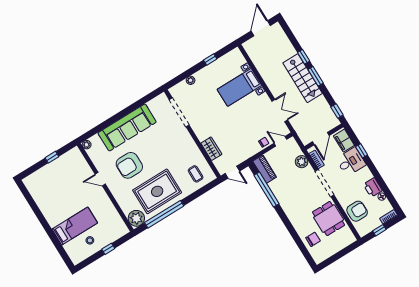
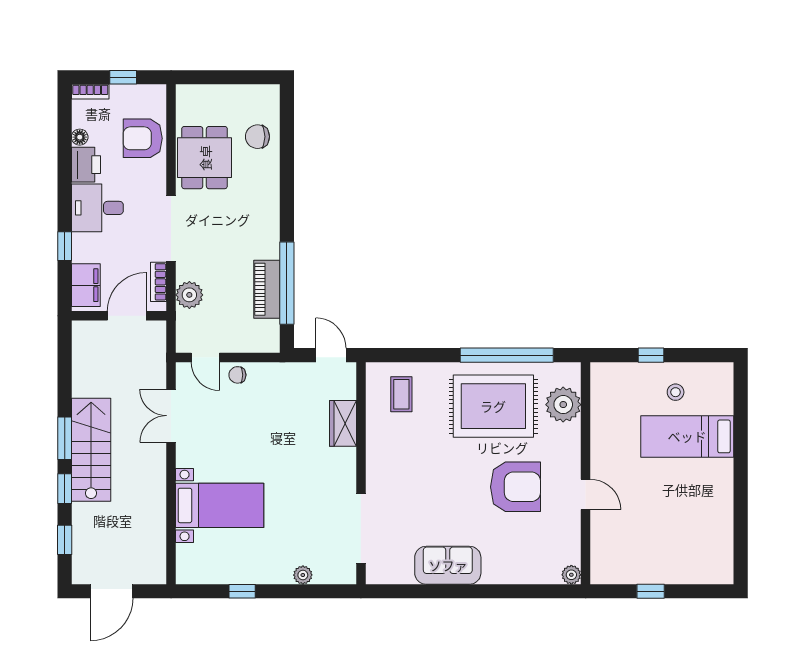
window: (337, 111) -> (65, 540), moved
sofa: (127, 127) -> (448, 565), width x0.54, depth x0.79
desk: (351, 162) -> (97, 208), moved
piano: (265, 169) -> (267, 289), moved
plant: (136, 218) -> (563, 405), moved

